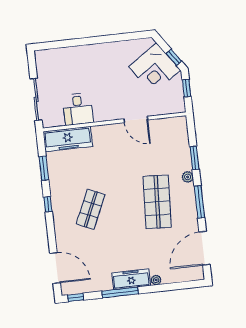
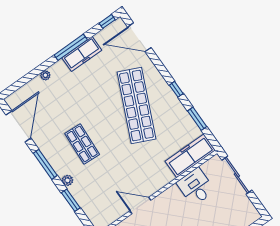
shop shelf: (157, 202) -> (82, 144), width x0.70, depth x0.74
shop shelf: (91, 209) -> (136, 106), width x2.00, depth x1.36
freezer: (131, 279) -> (82, 54), moved

